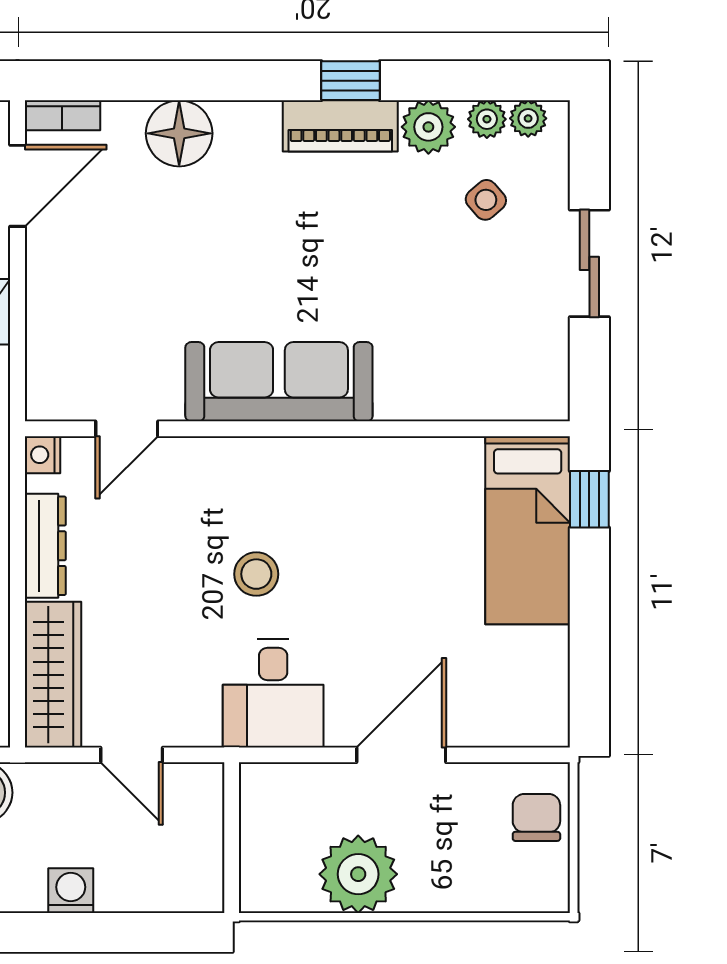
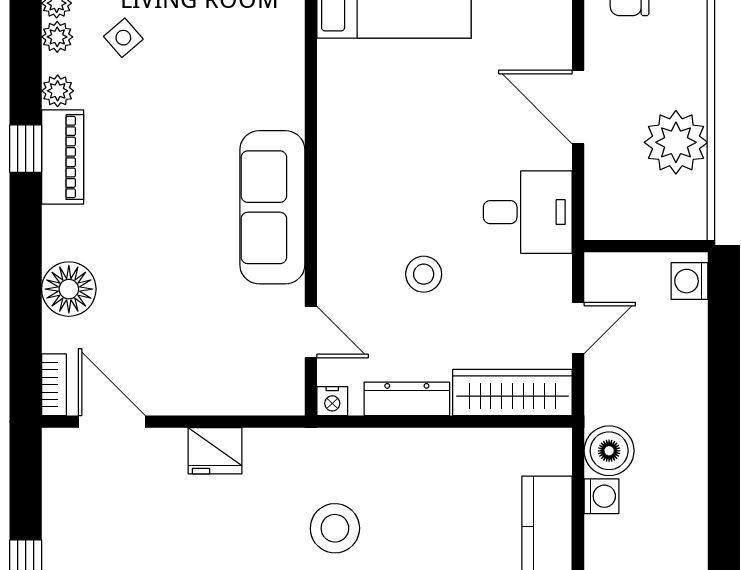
plant: (428, 127) -> (58, 91), width x0.73, depth x0.73
stool: (256, 574) -> (424, 274), moved
washing machine: (71, 891) -> (689, 281), moved

